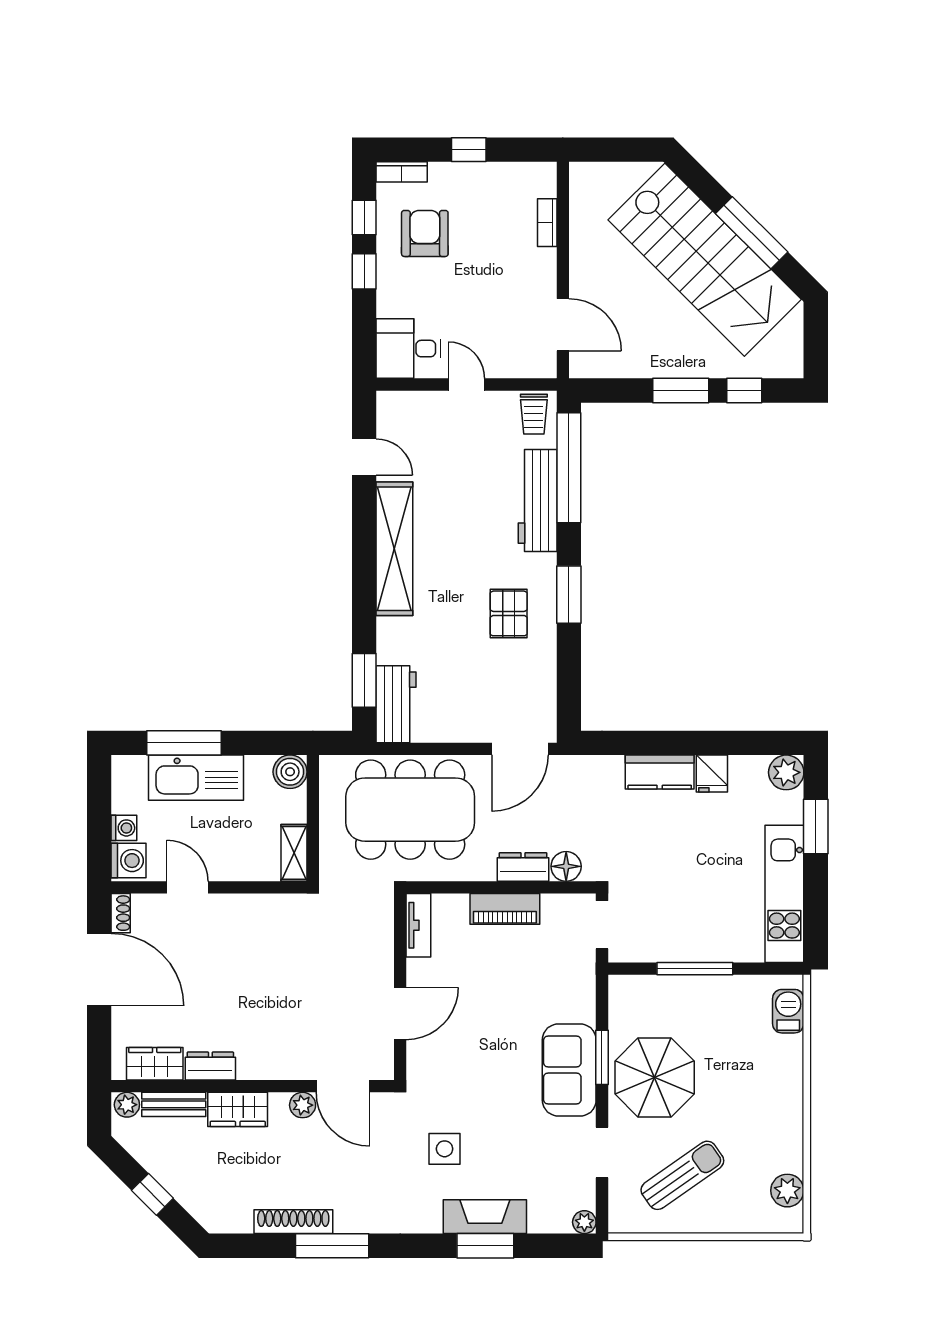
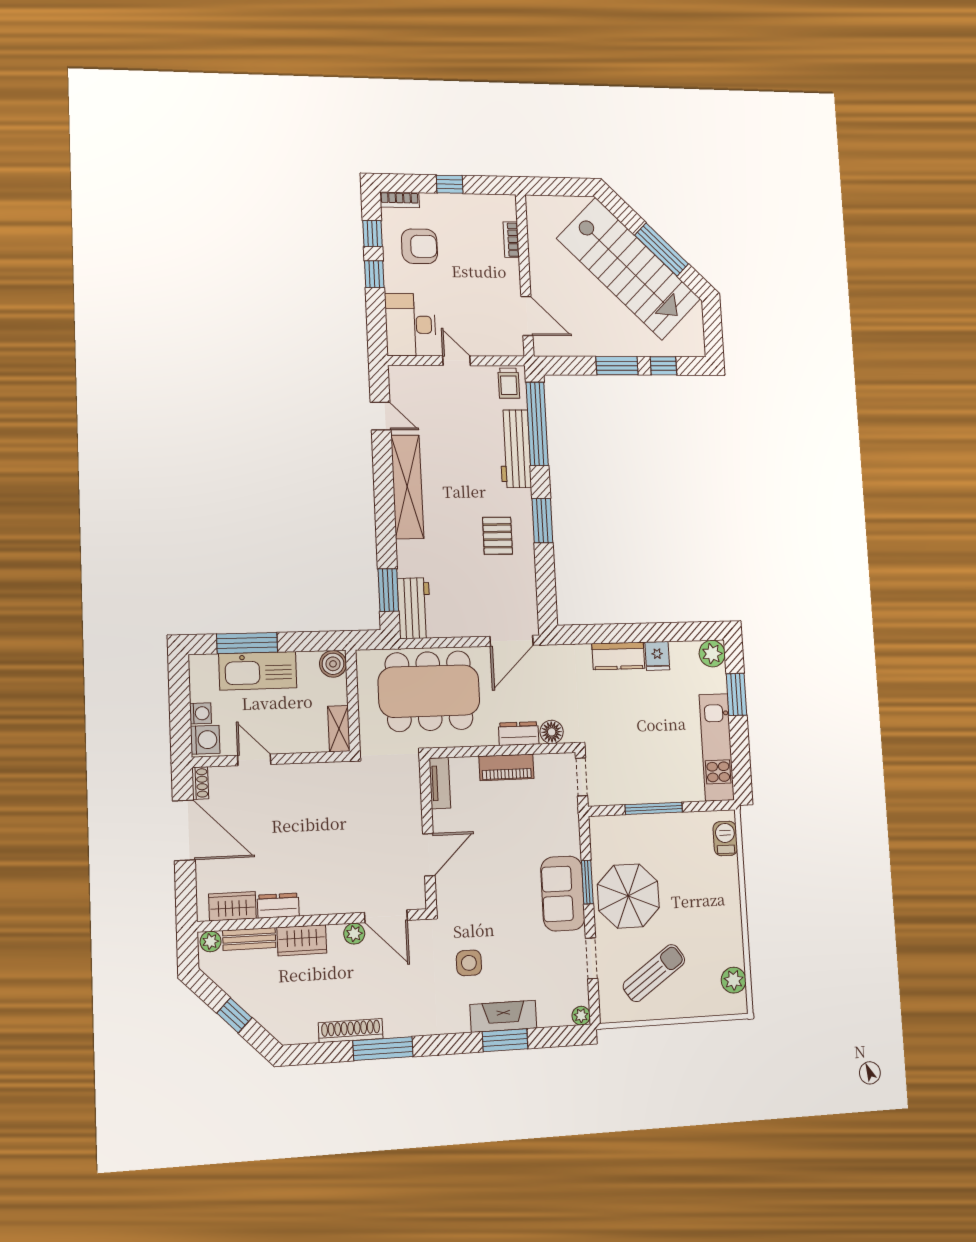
armchair: (425, 233) -> (419, 246), turned 90
desk: (408, 349) -> (411, 325), width x1.37

